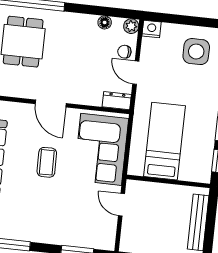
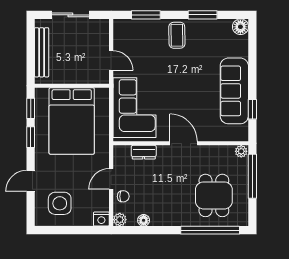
door: (136, 73) -> (111, 179), swing flipped
dresser: (117, 101) -> (144, 152), moved
bed: (164, 141) -> (72, 121), width x1.50
coffee table: (47, 162) -> (177, 35), moved

